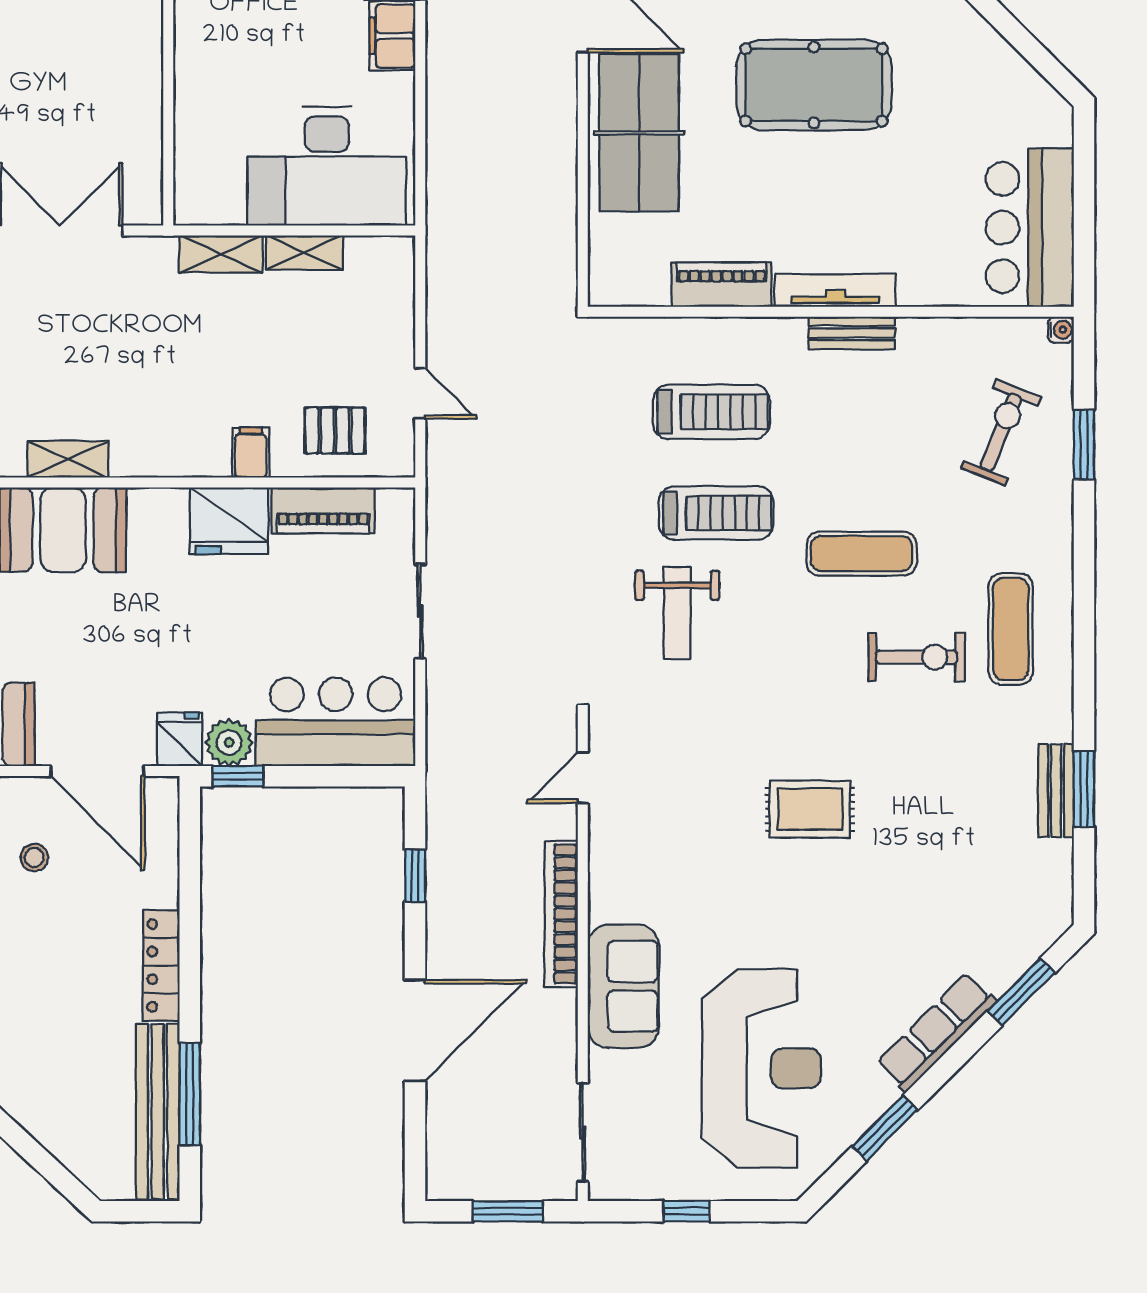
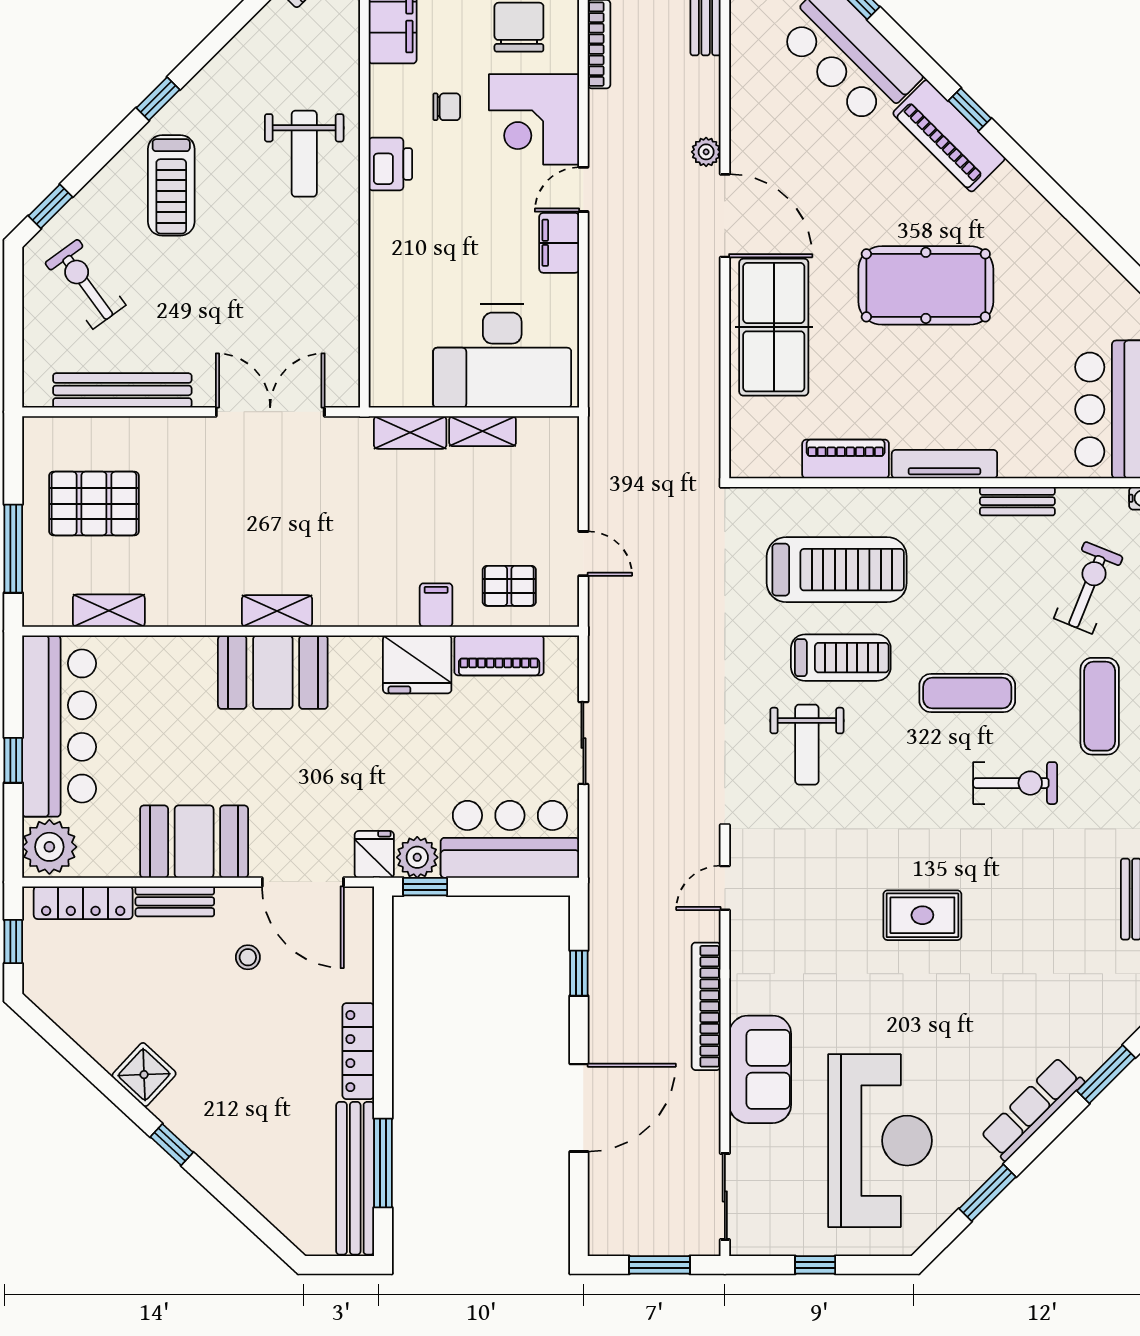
bench: (852, 333) -> (1017, 501), moved
treadmill: (711, 412) -> (837, 570), width x1.37, depth x1.38
exercise mat: (1011, 629) -> (1100, 706), moved

